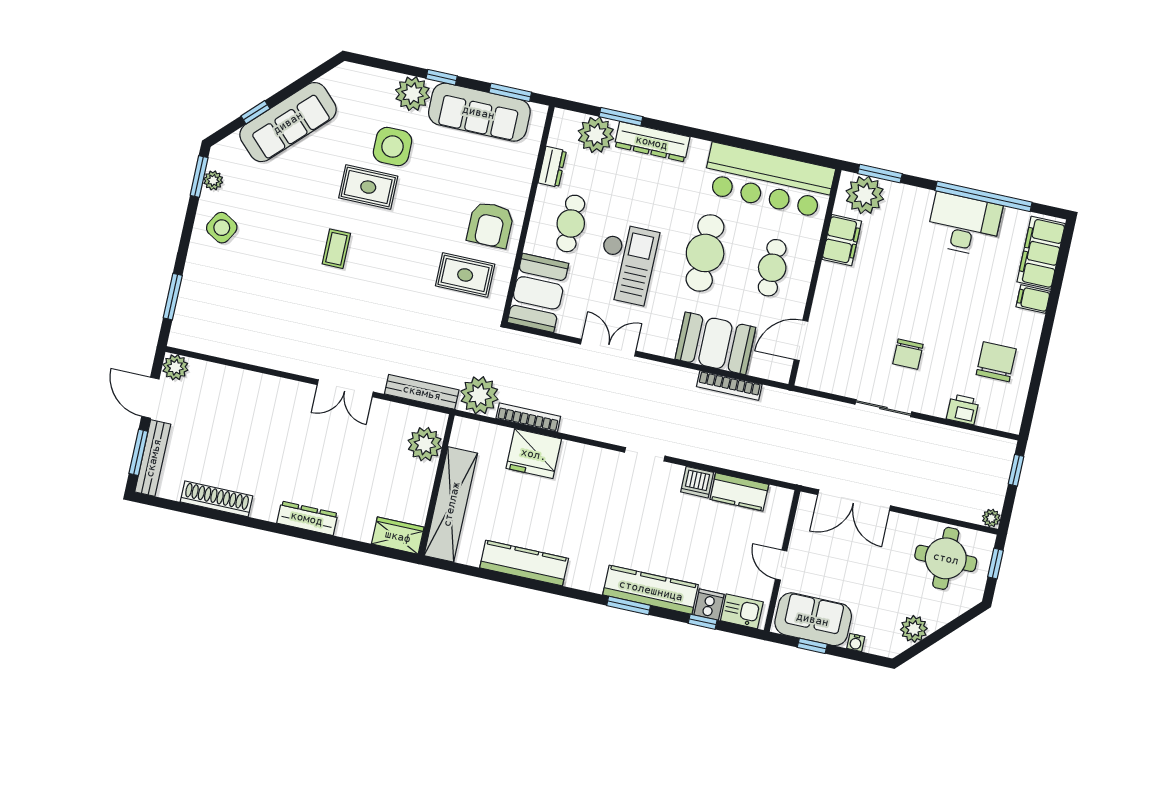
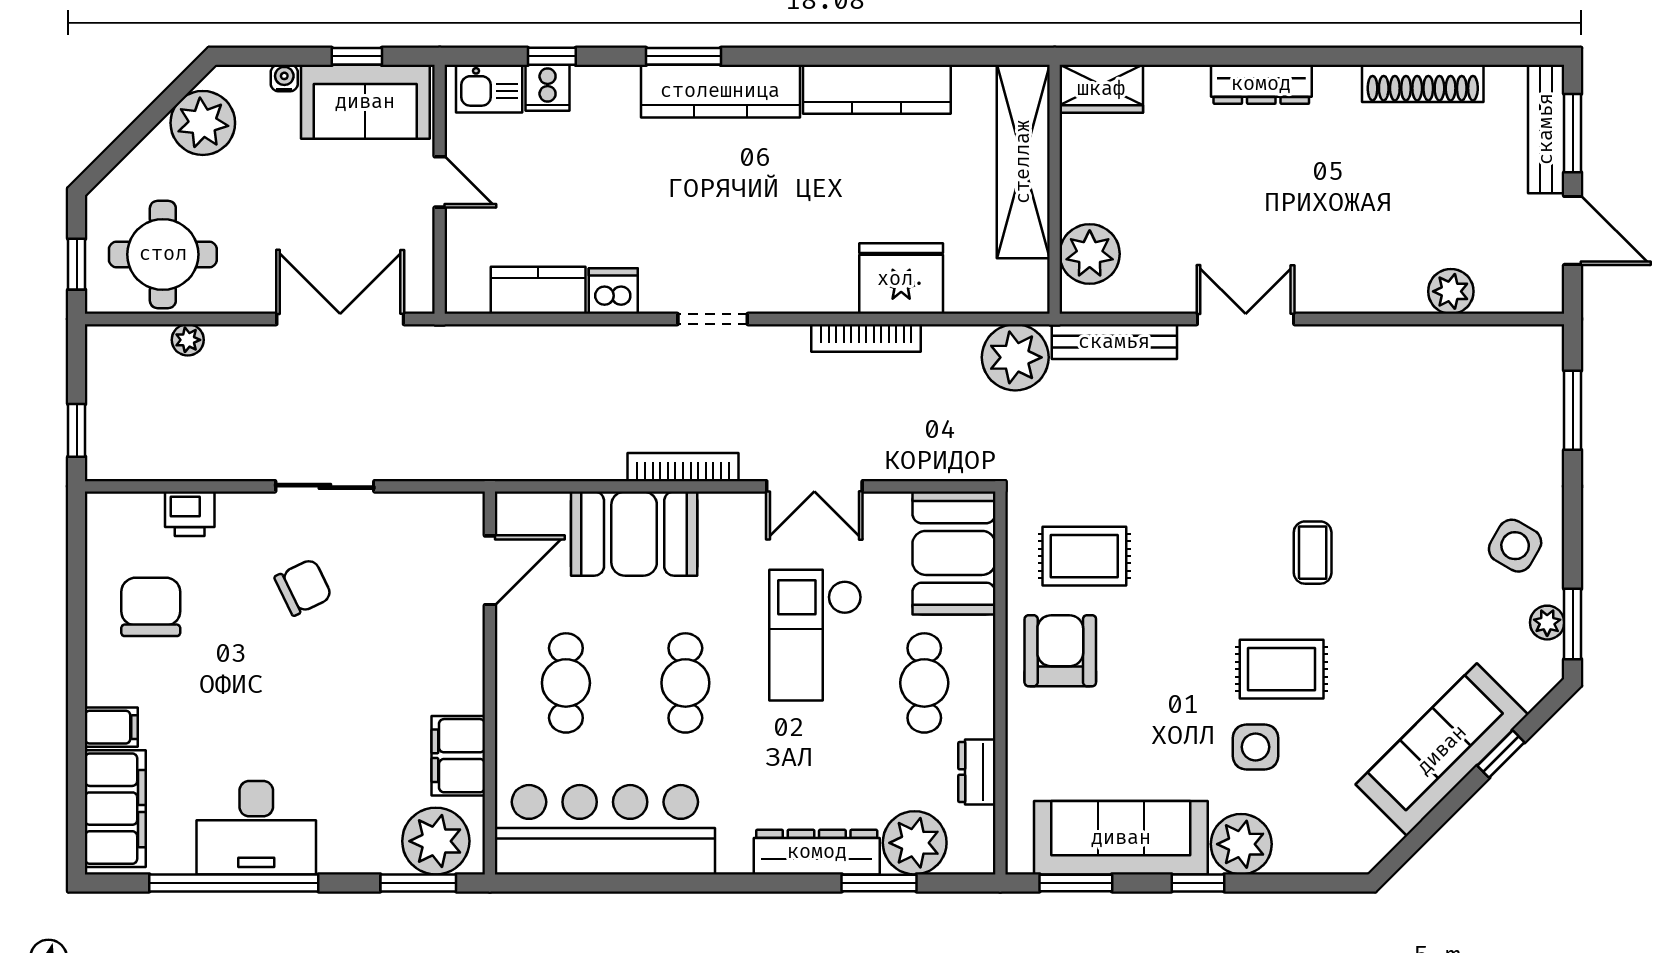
side table: (392, 147) -> (1255, 747), width x0.73, depth x0.73
cafe table: (705, 253) -> (685, 683), width x0.73, depth x0.74
chair: (908, 354) -> (303, 587), turned 64
chair: (996, 362) -> (151, 607), turned 180
plant: (175, 367) -> (1451, 291), moved
bookcase: (729, 385) -> (683, 467), moved
bookcase: (528, 417) -> (866, 338), moved
plant: (991, 518) -> (188, 340), moved
kitchen counter: (651, 590) -> (720, 91), moved
plant: (914, 629) -> (203, 123), width x1.36, depth x1.36

